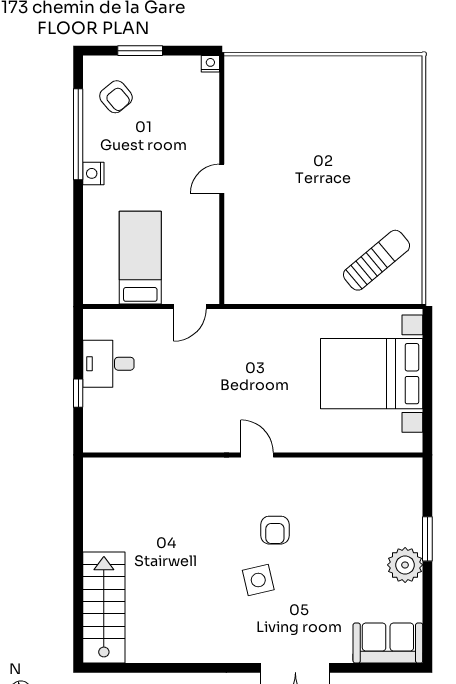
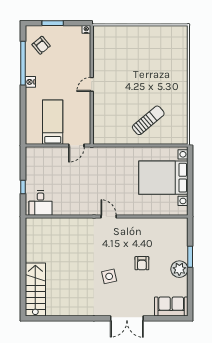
sun lounger: (377, 260) -> (148, 120), moved
desk: (108, 364) -> (41, 203), moved, turned -90
armchair: (275, 530) -> (142, 263), moved

